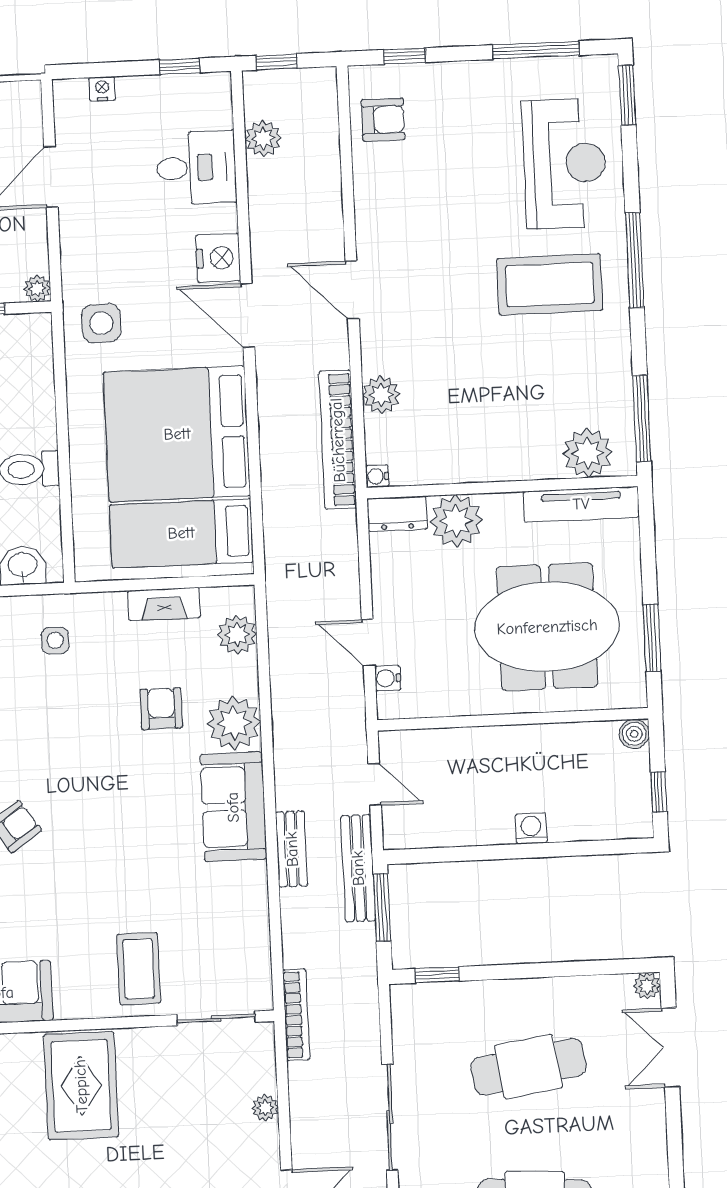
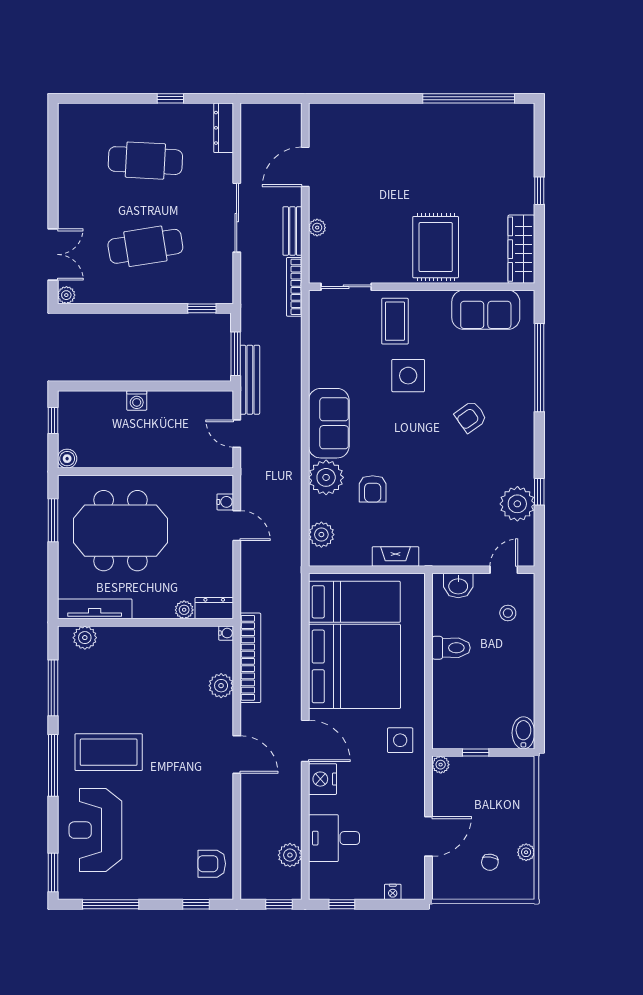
window: (642, 418) -> (53, 688), moved
plant: (588, 453) -> (85, 638), width x0.73, depth x0.73
plant: (456, 521) -> (184, 610), width x0.53, depth x0.53
fireplace: (164, 604) -> (396, 557), moved
side table: (55, 640) -> (408, 376), moved, width x1.87, depth x1.87
bench: (292, 849) -> (292, 231), moved

